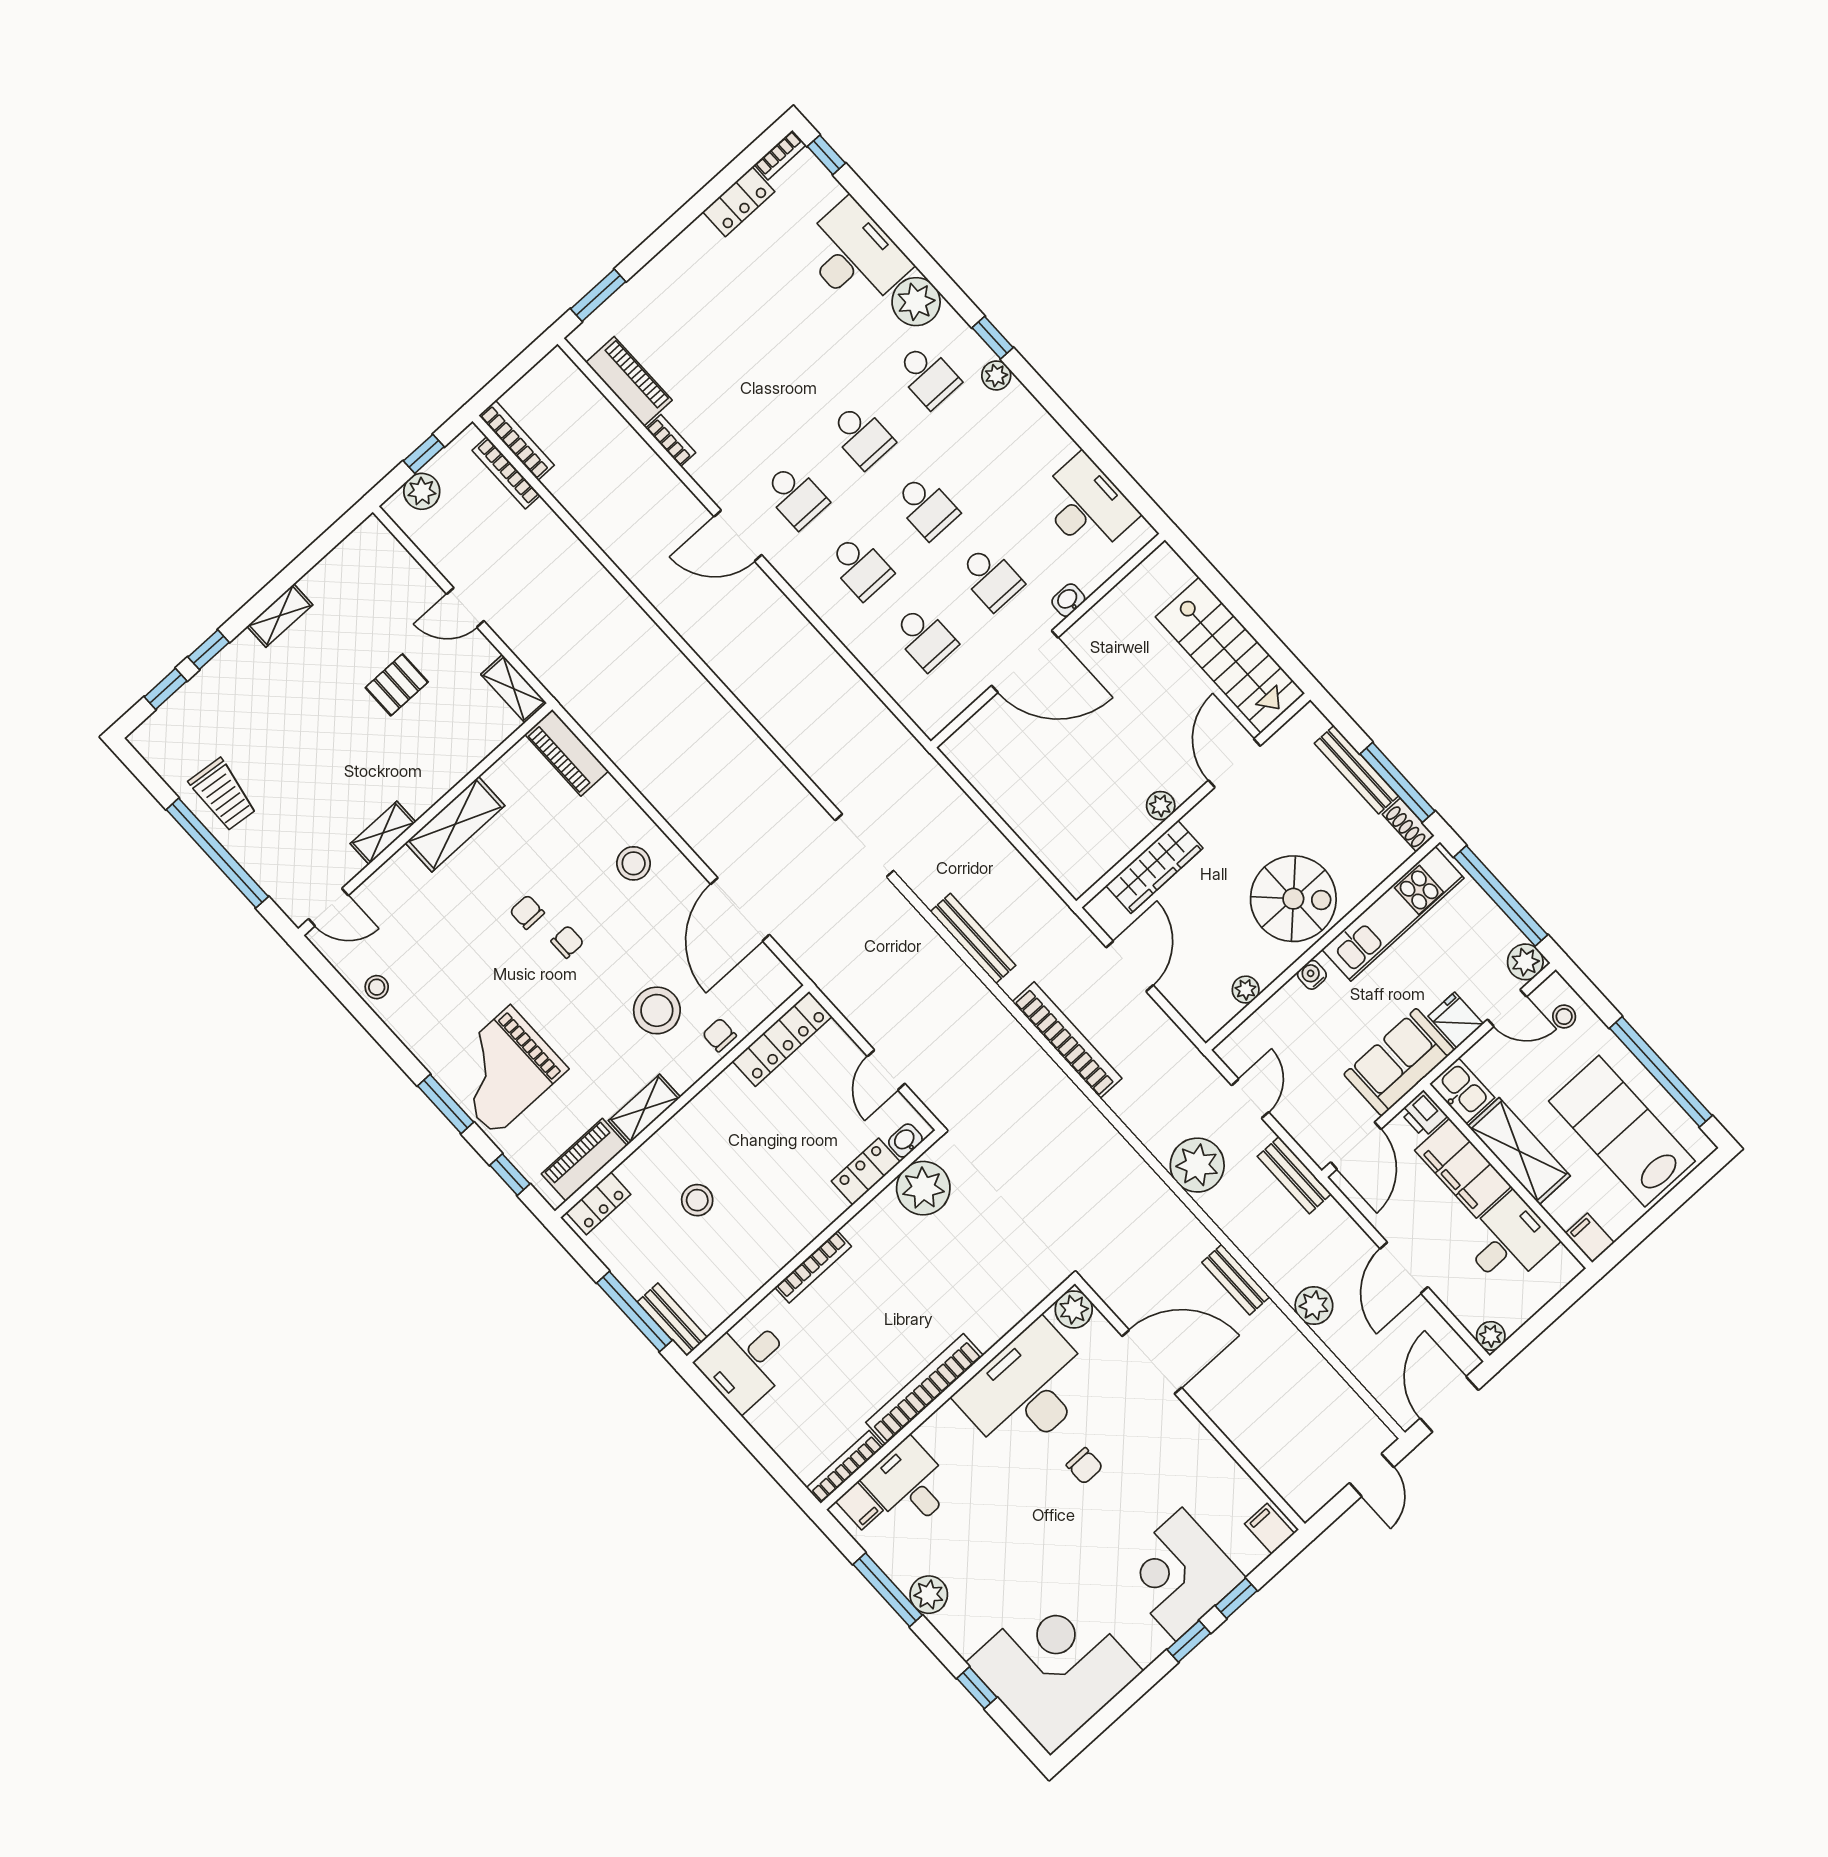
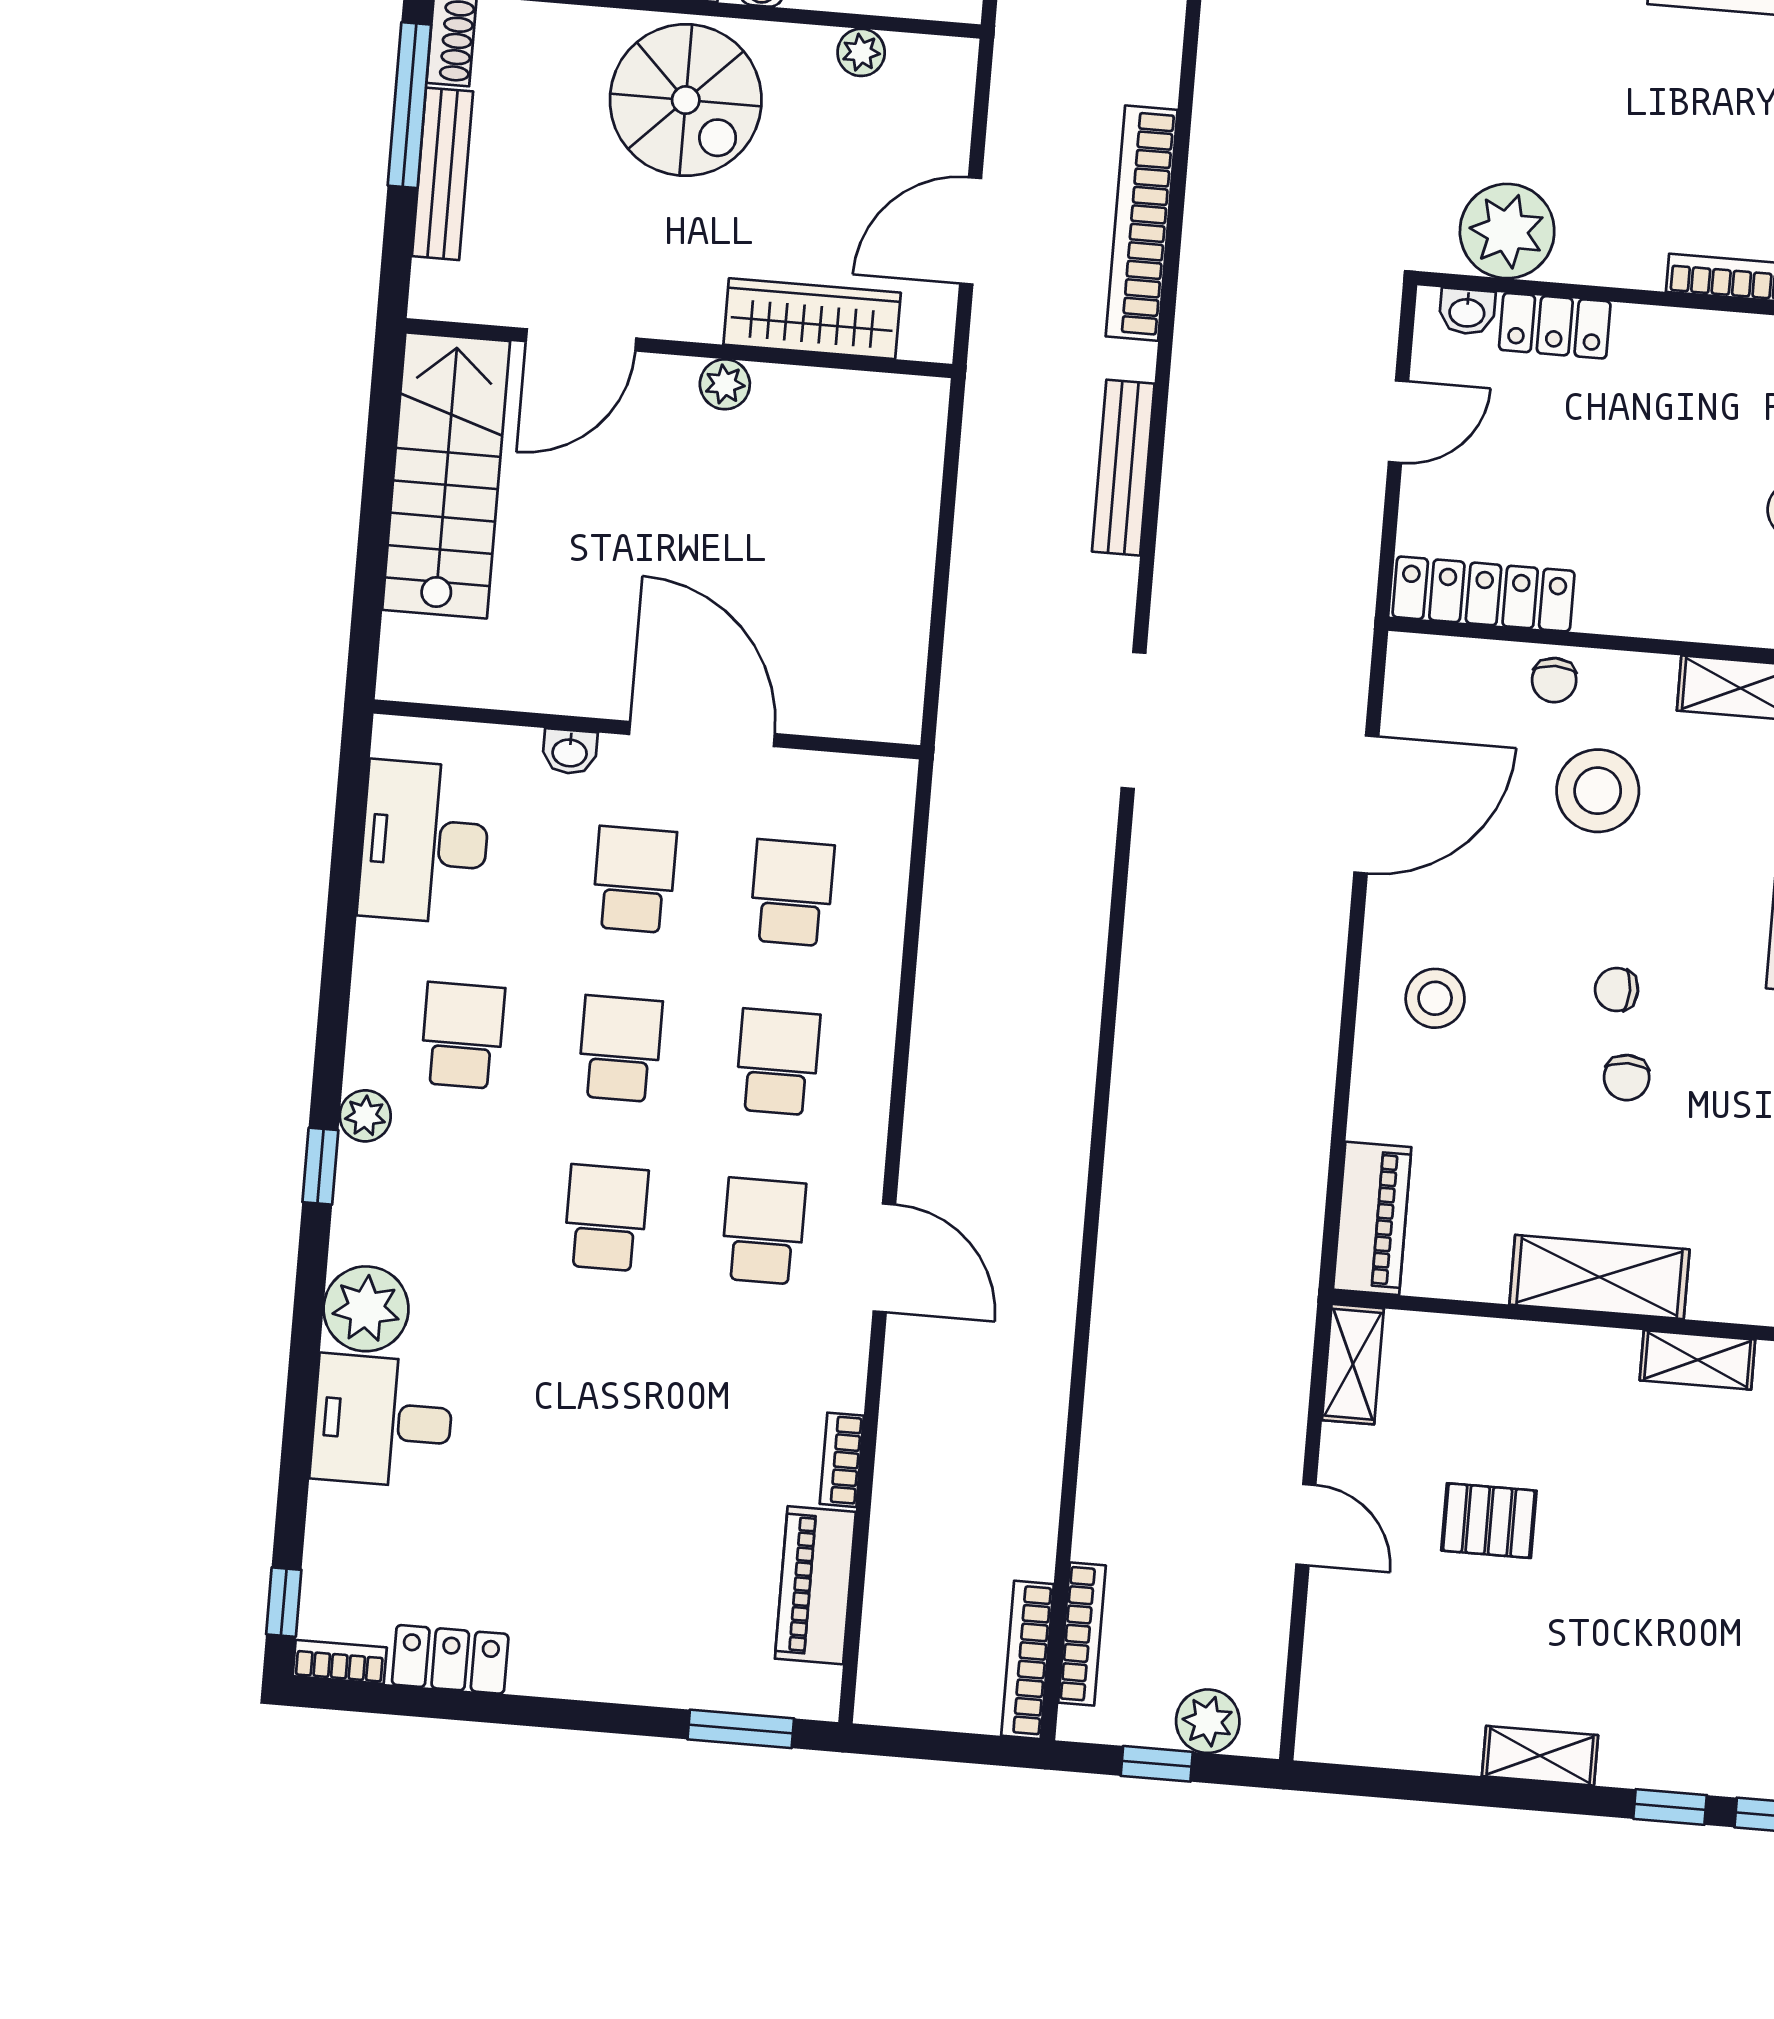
desk: (854, 255) -> (382, 1421), width x0.73
school desk: (928, 376) -> (462, 1035), moved
spiral stairs: (1293, 899) -> (686, 100), turned 180

